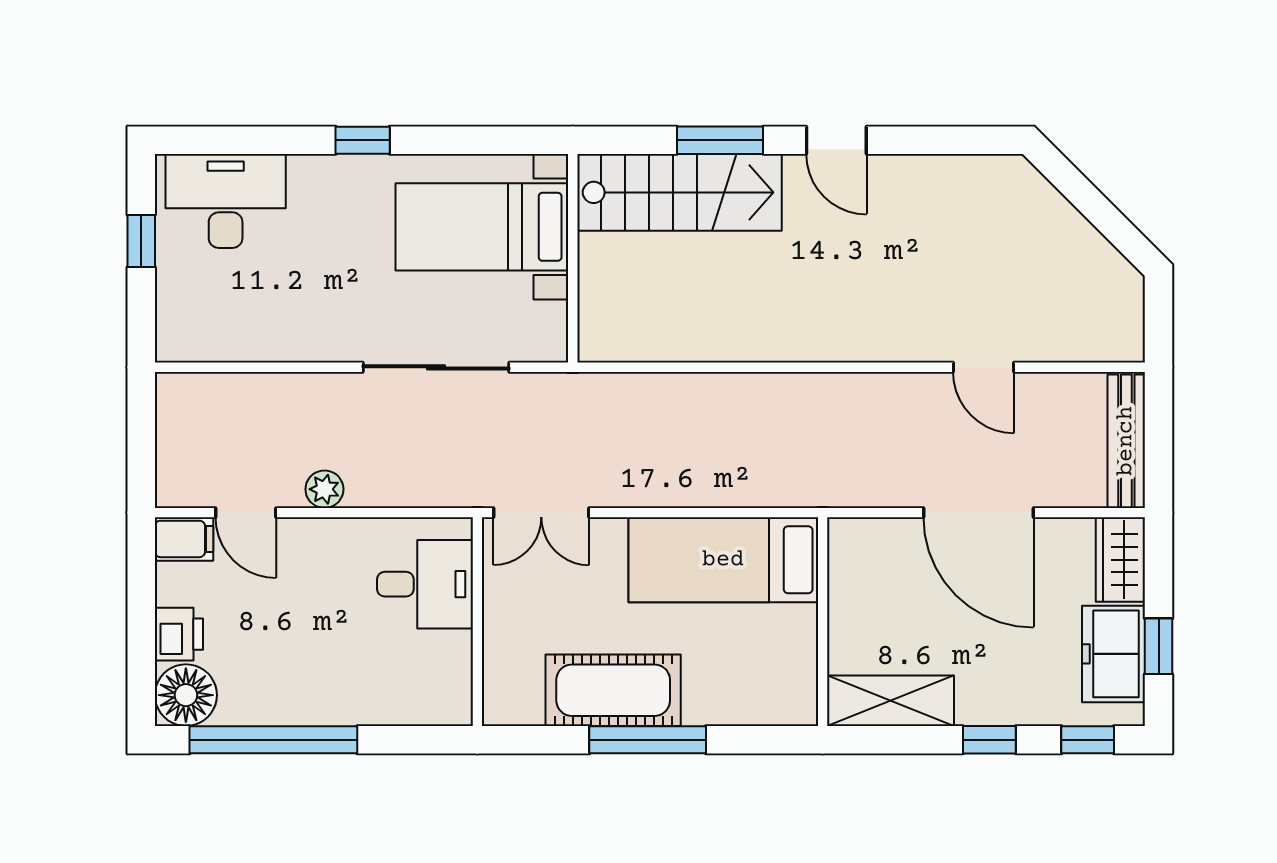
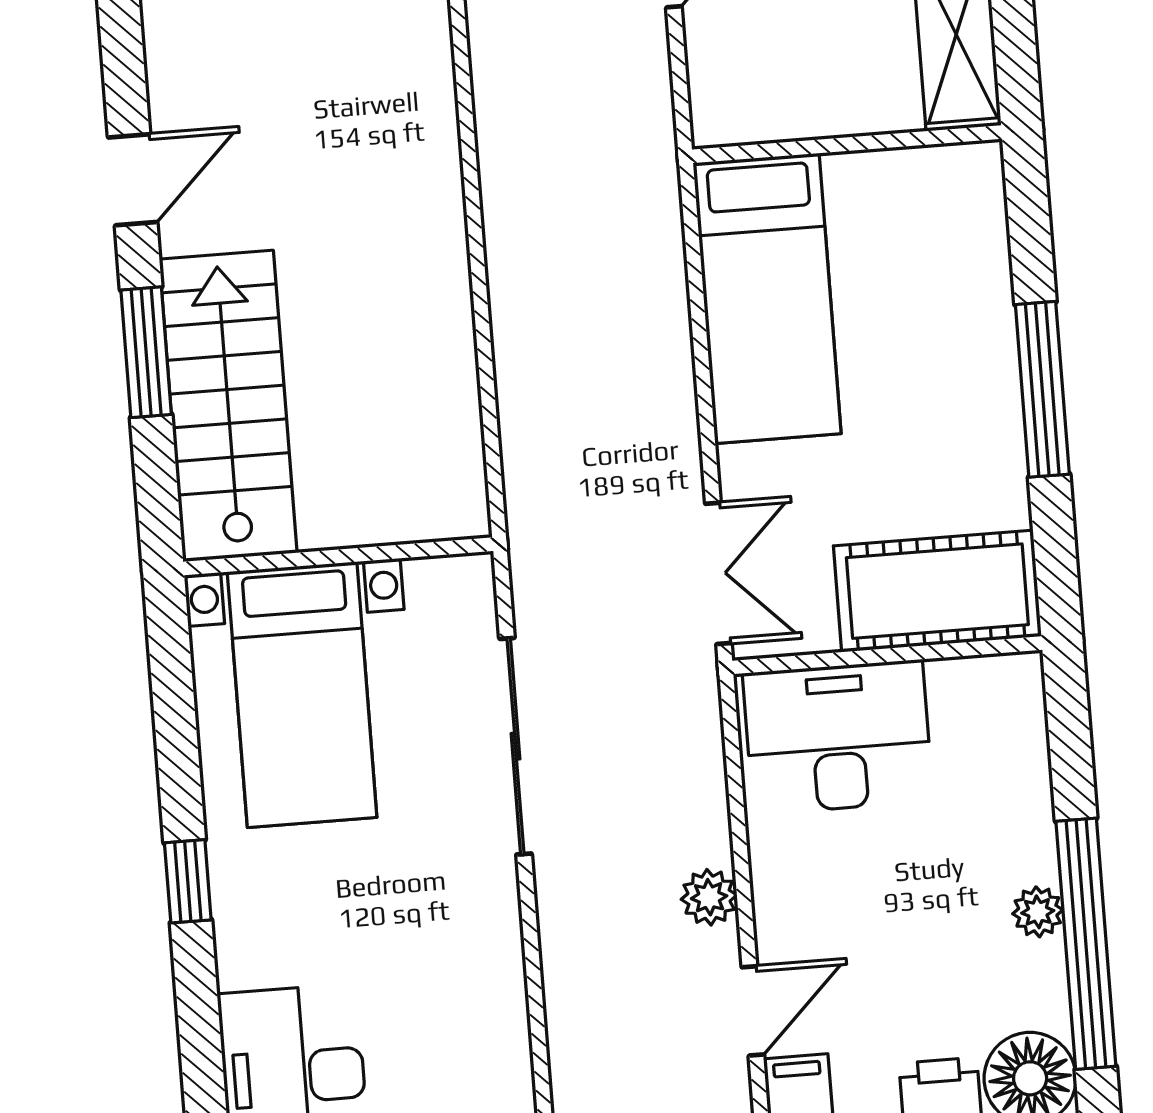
desk: (425, 584) -> (838, 737), width x1.37
cot: (613, 690) -> (937, 591), moved, turned 90
plant: (297, 709) -> (1038, 912), added

